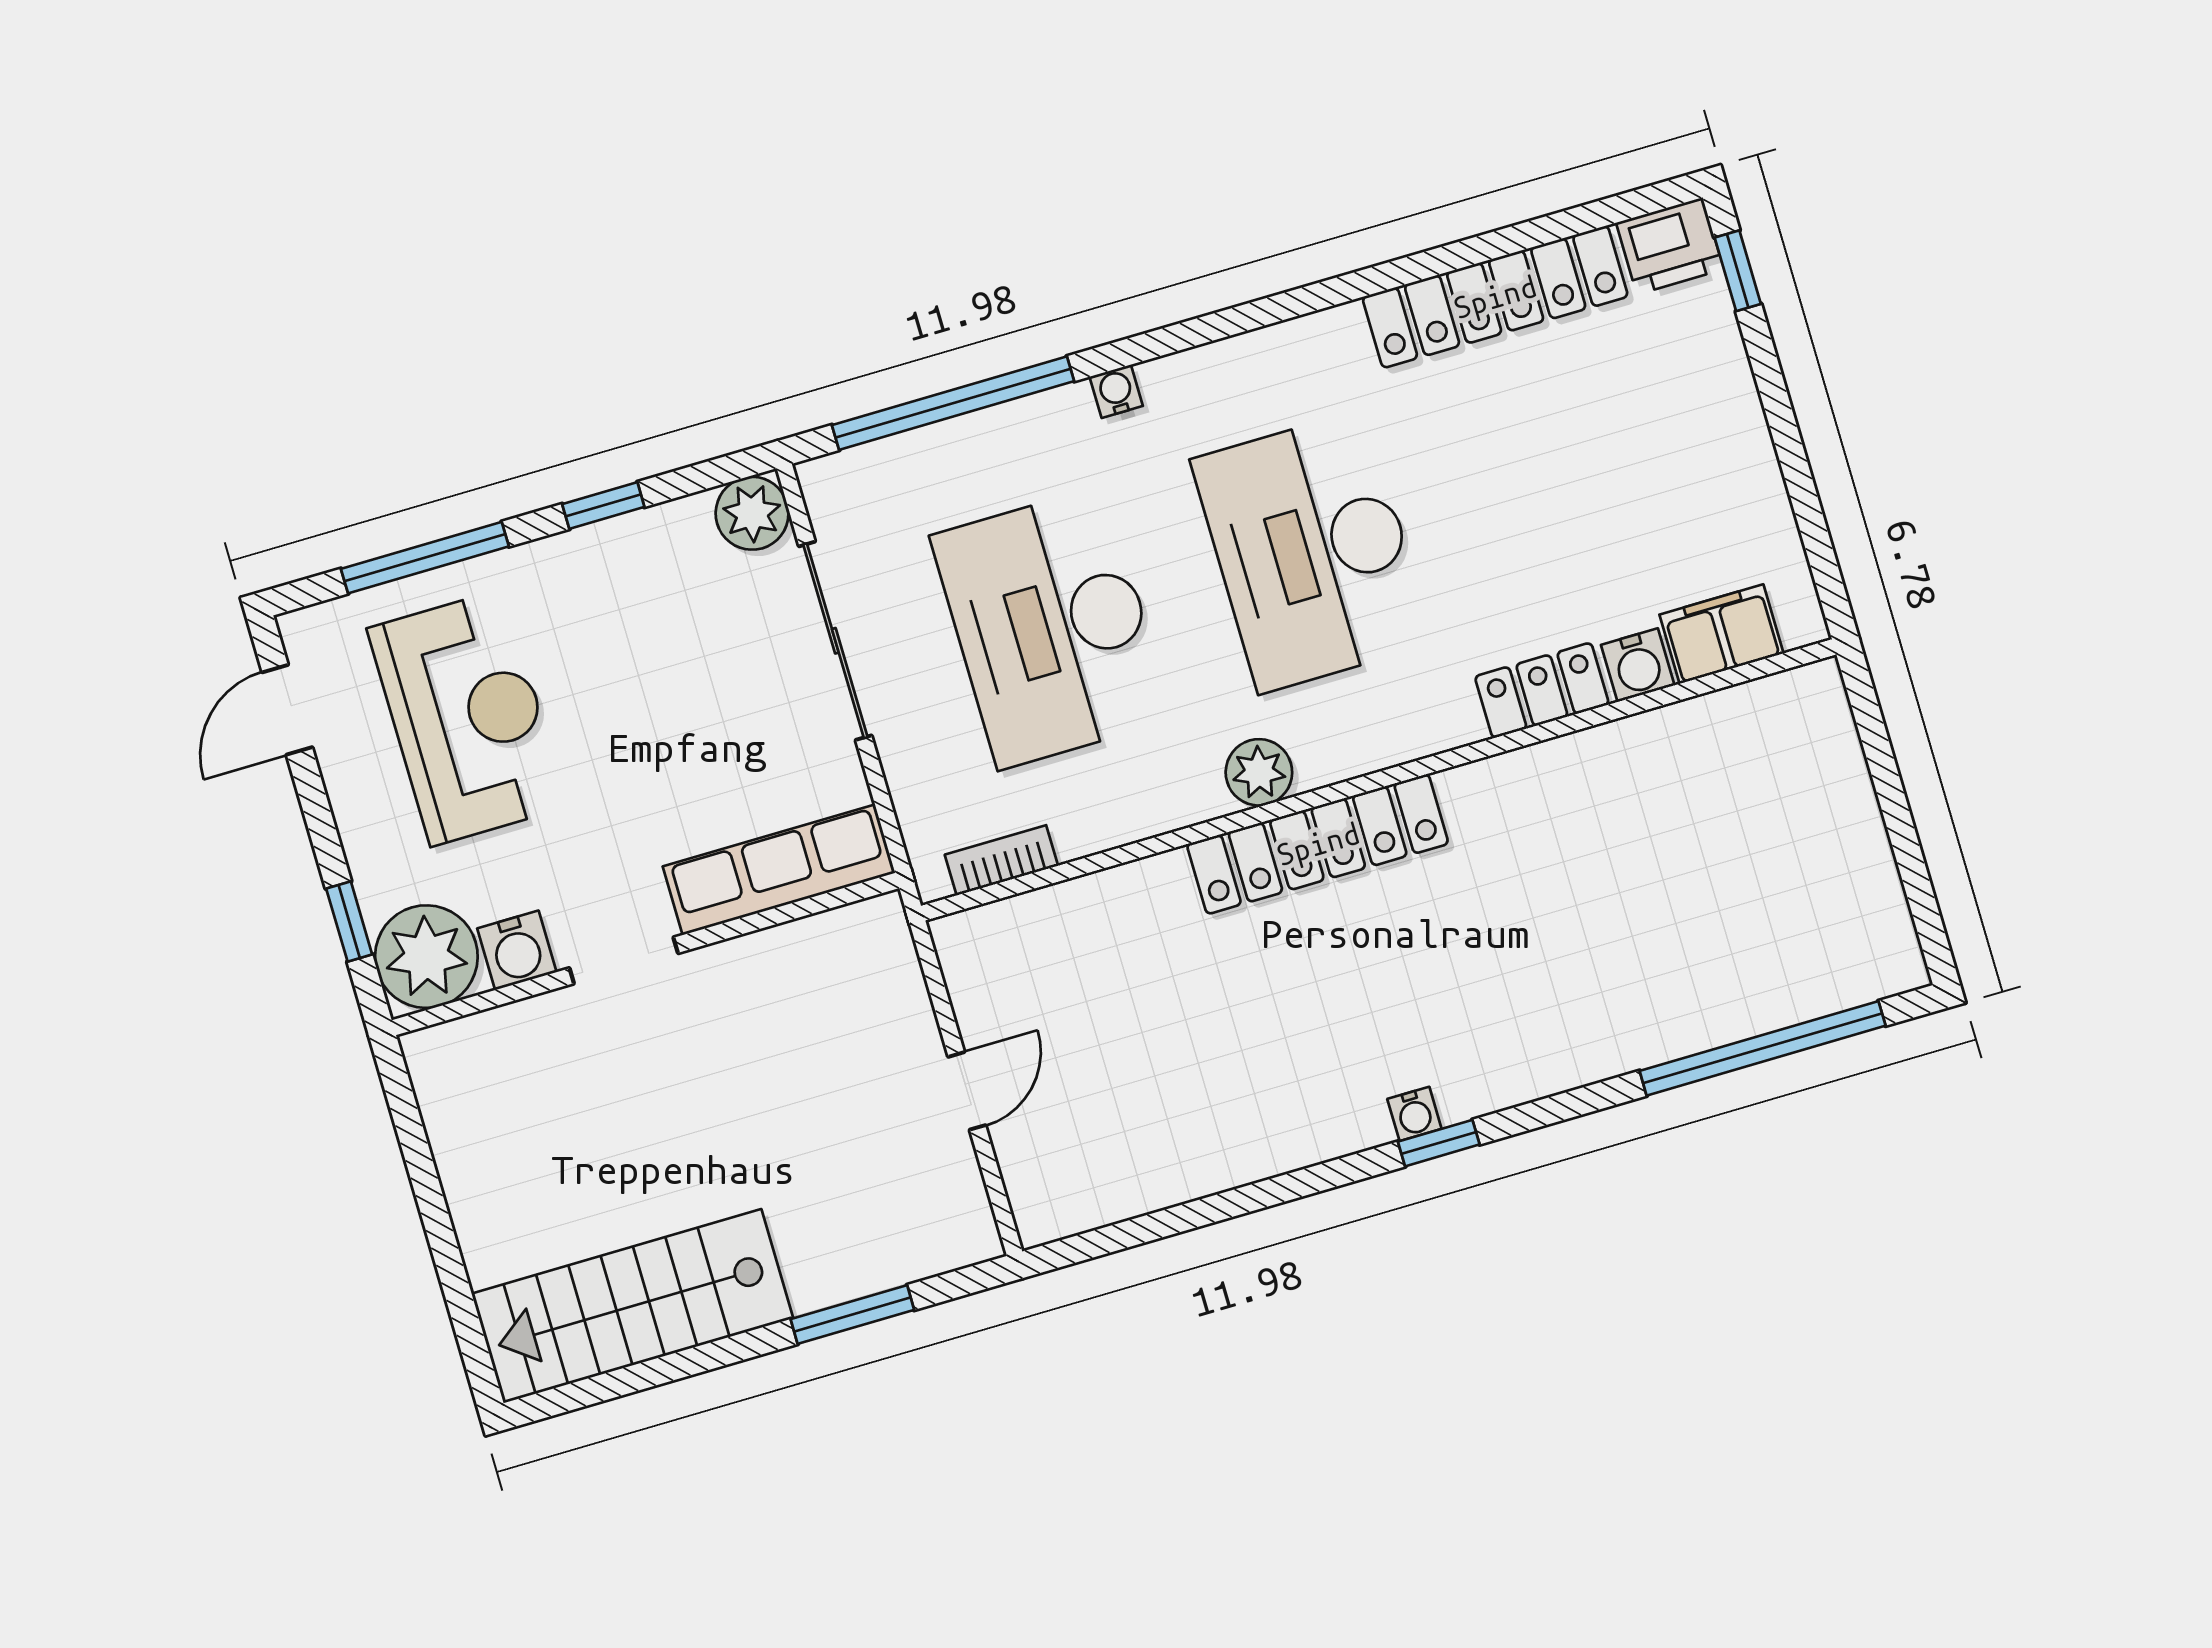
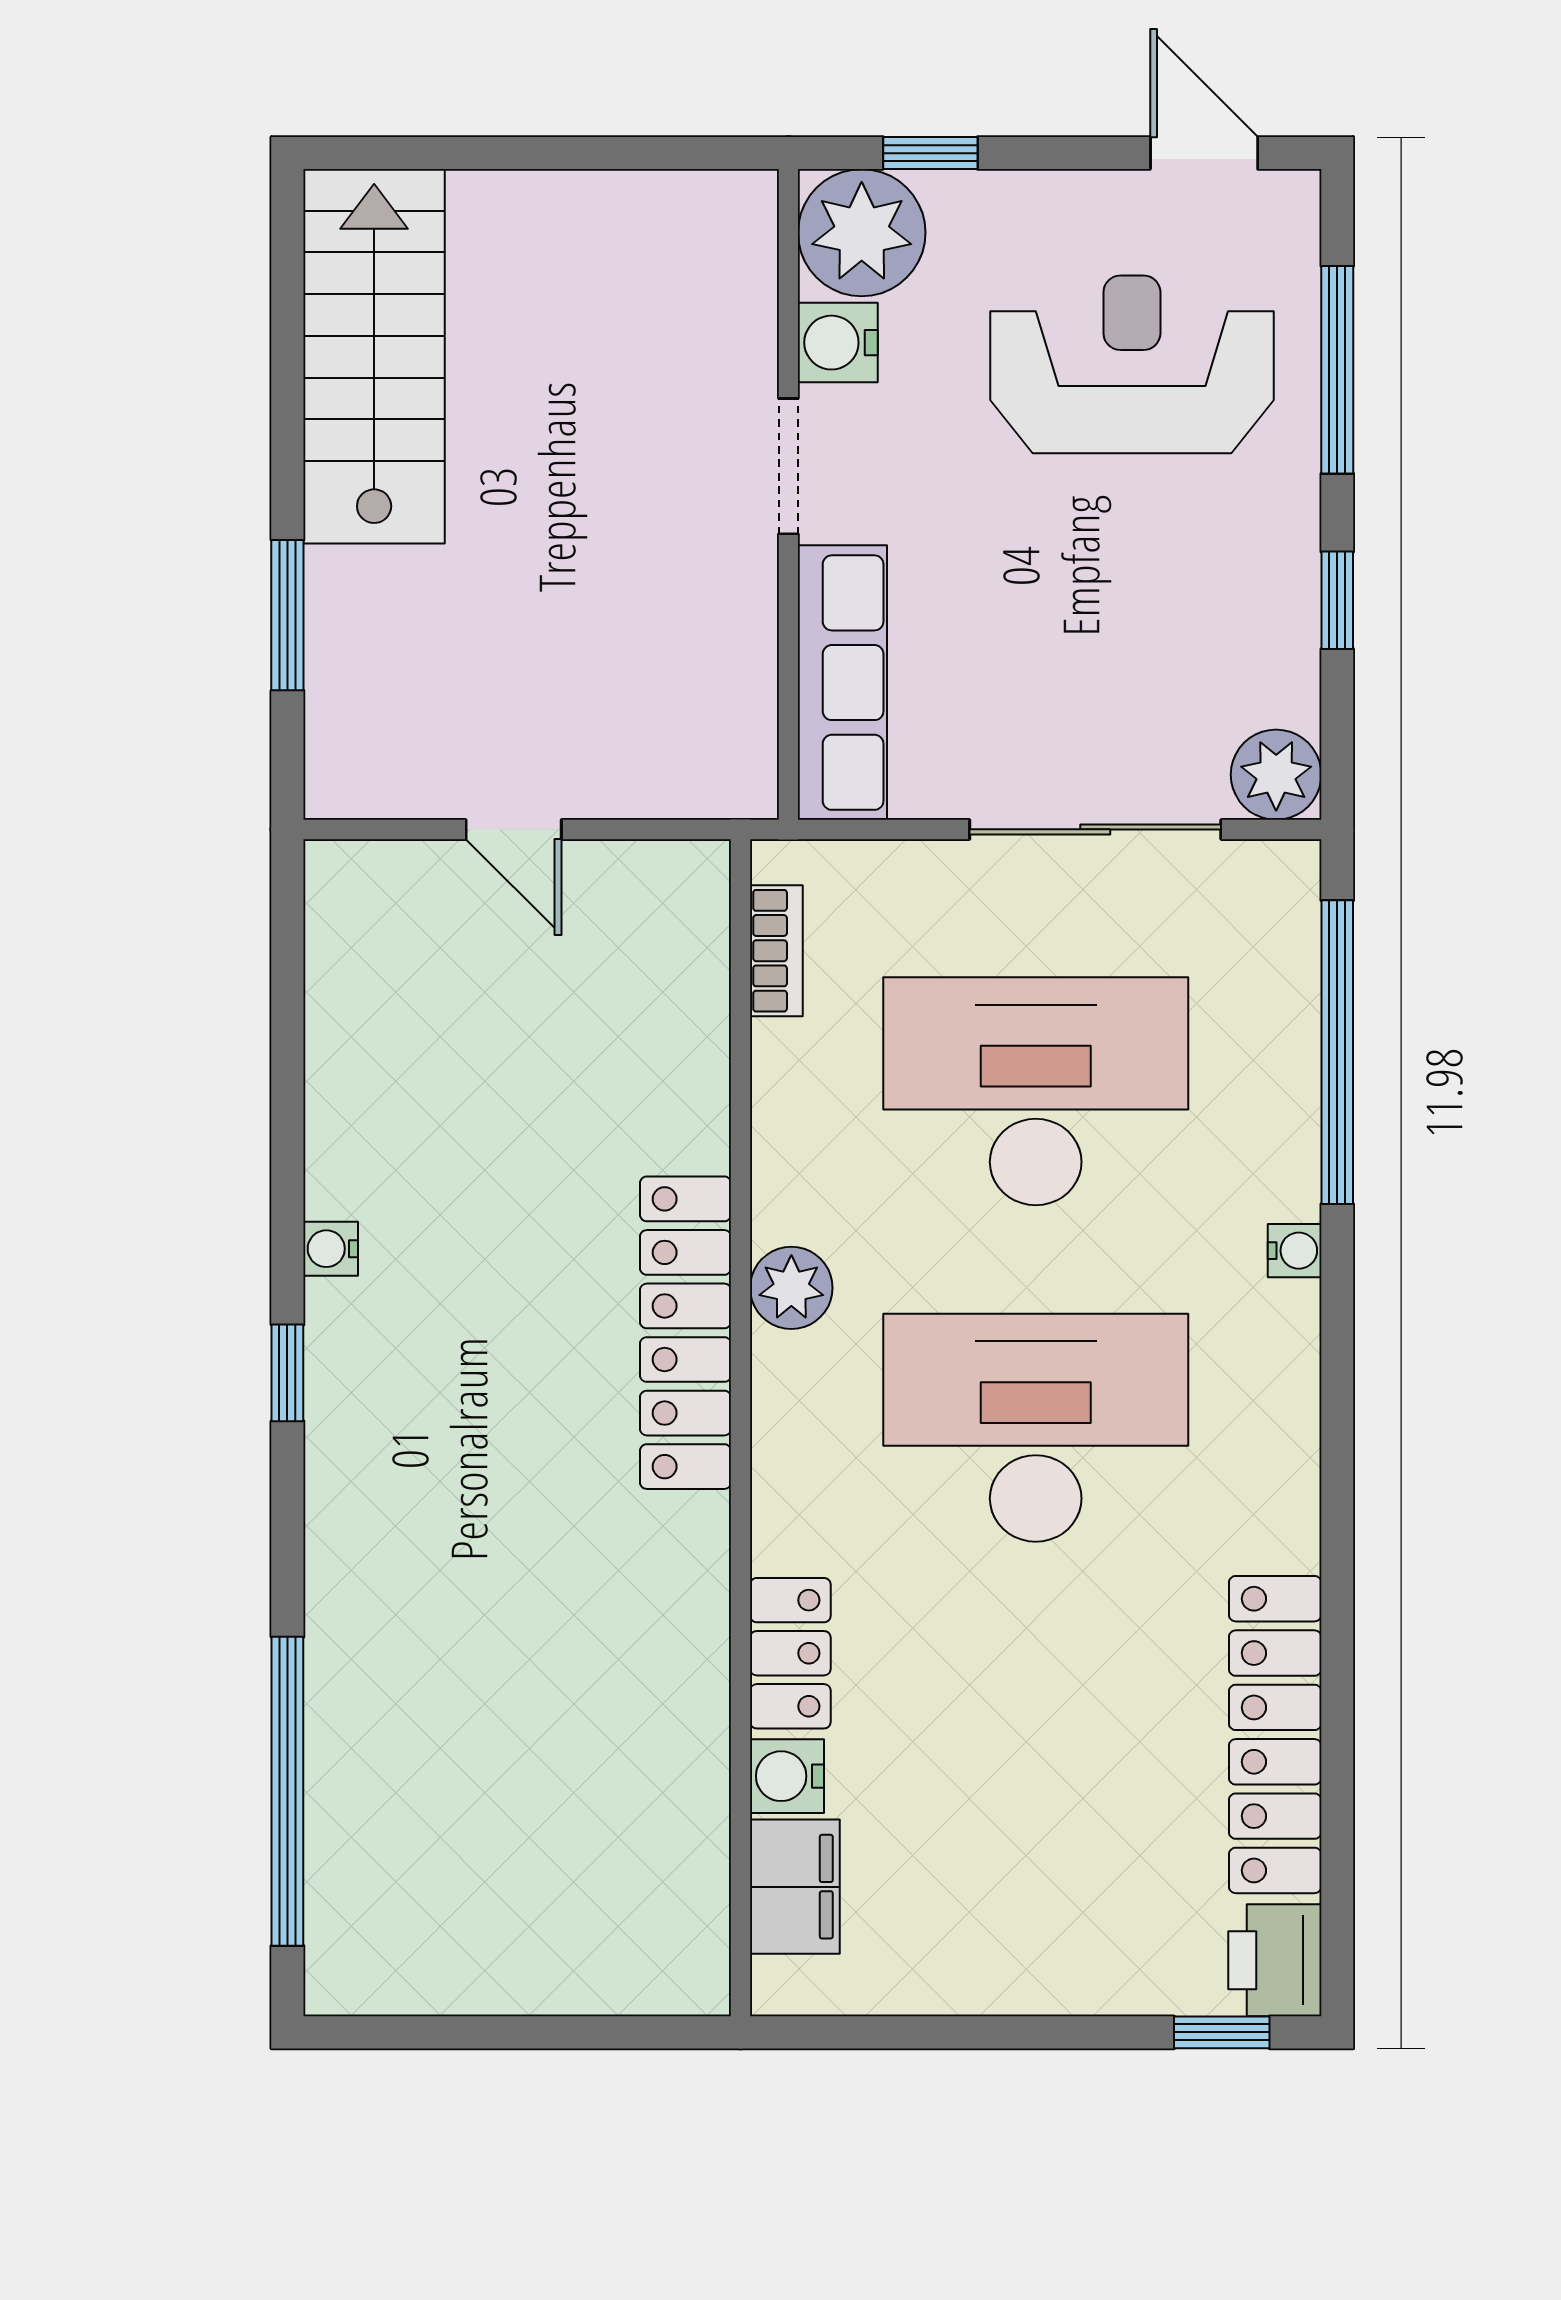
reception desk: (467, 718) -> (1132, 364), turned 180
water cooler: (1414, 1114) -> (331, 1249), moved

